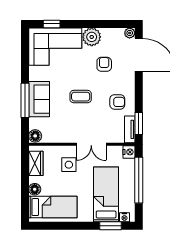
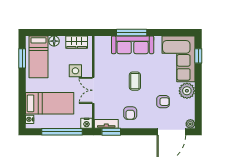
sofa: (39, 99) -> (133, 45), width x1.36
floor lamp: (35, 136) -> (101, 41), removed
window: (111, 226) -> (22, 58), moved

